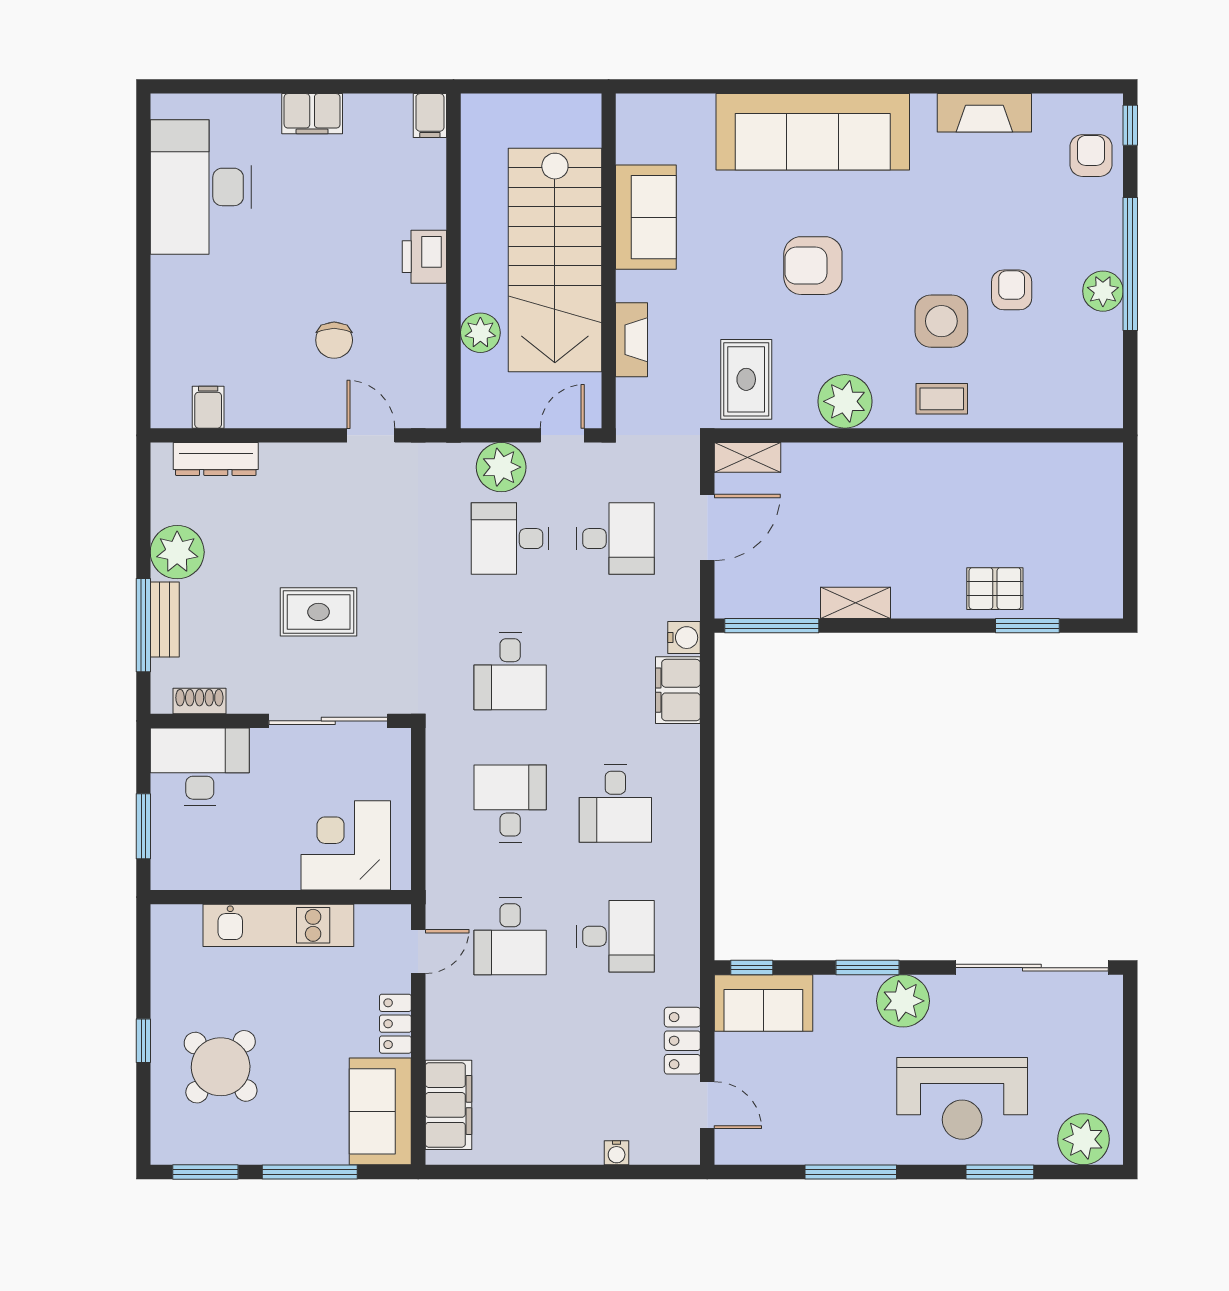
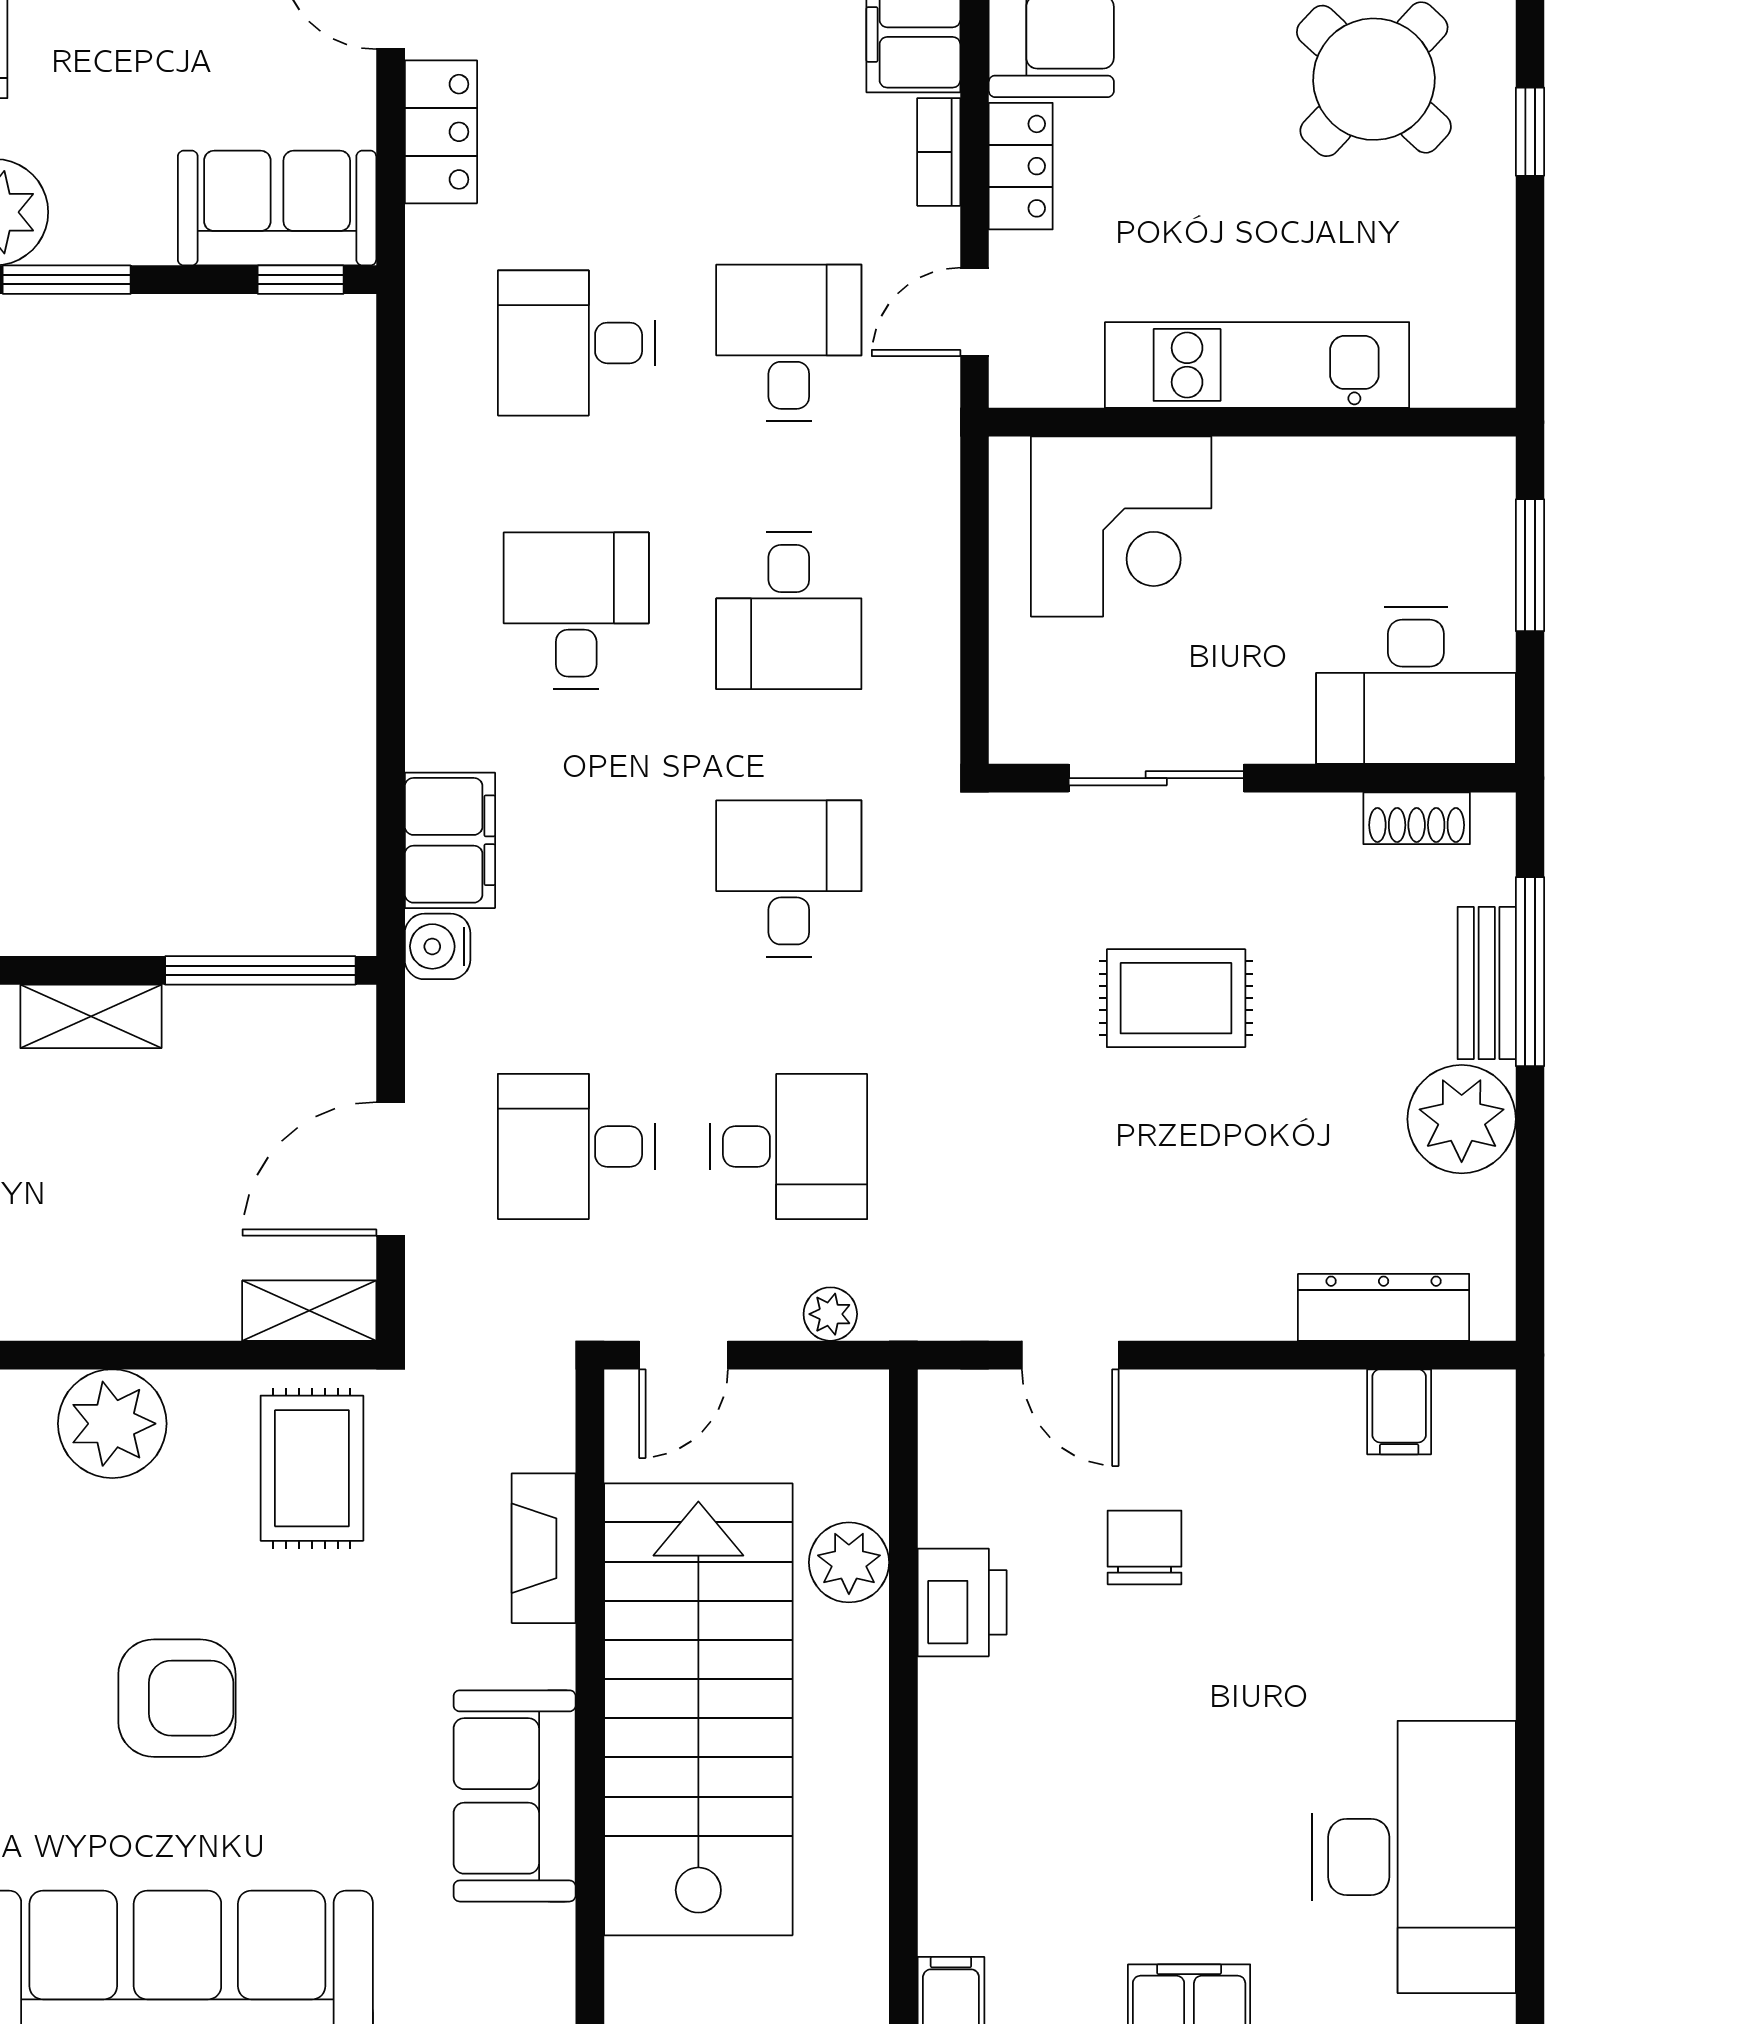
printer: (424, 257) -> (962, 1602), moved
plant: (501, 467) -> (830, 1314), width x0.53, depth x0.53
sliding door: (328, 721) -> (1156, 778), width x0.73
bookcase: (436, 1031) -> (939, 152), added

